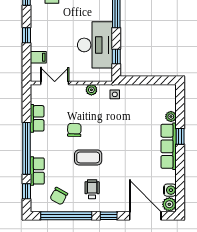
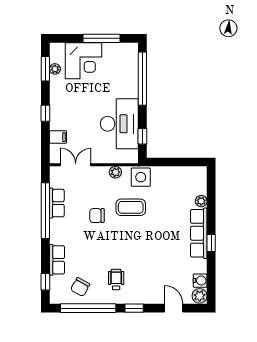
side table: (115, 94) -> (141, 177), width x1.87, depth x1.87
chair: (74, 130) -> (97, 216), turned -92
window: (180, 136) -> (211, 243), moved
window: (27, 148) -> (45, 211), moved
coffee table: (88, 157) -> (131, 207), moved
door: (145, 216) -> (174, 308), width x0.53

